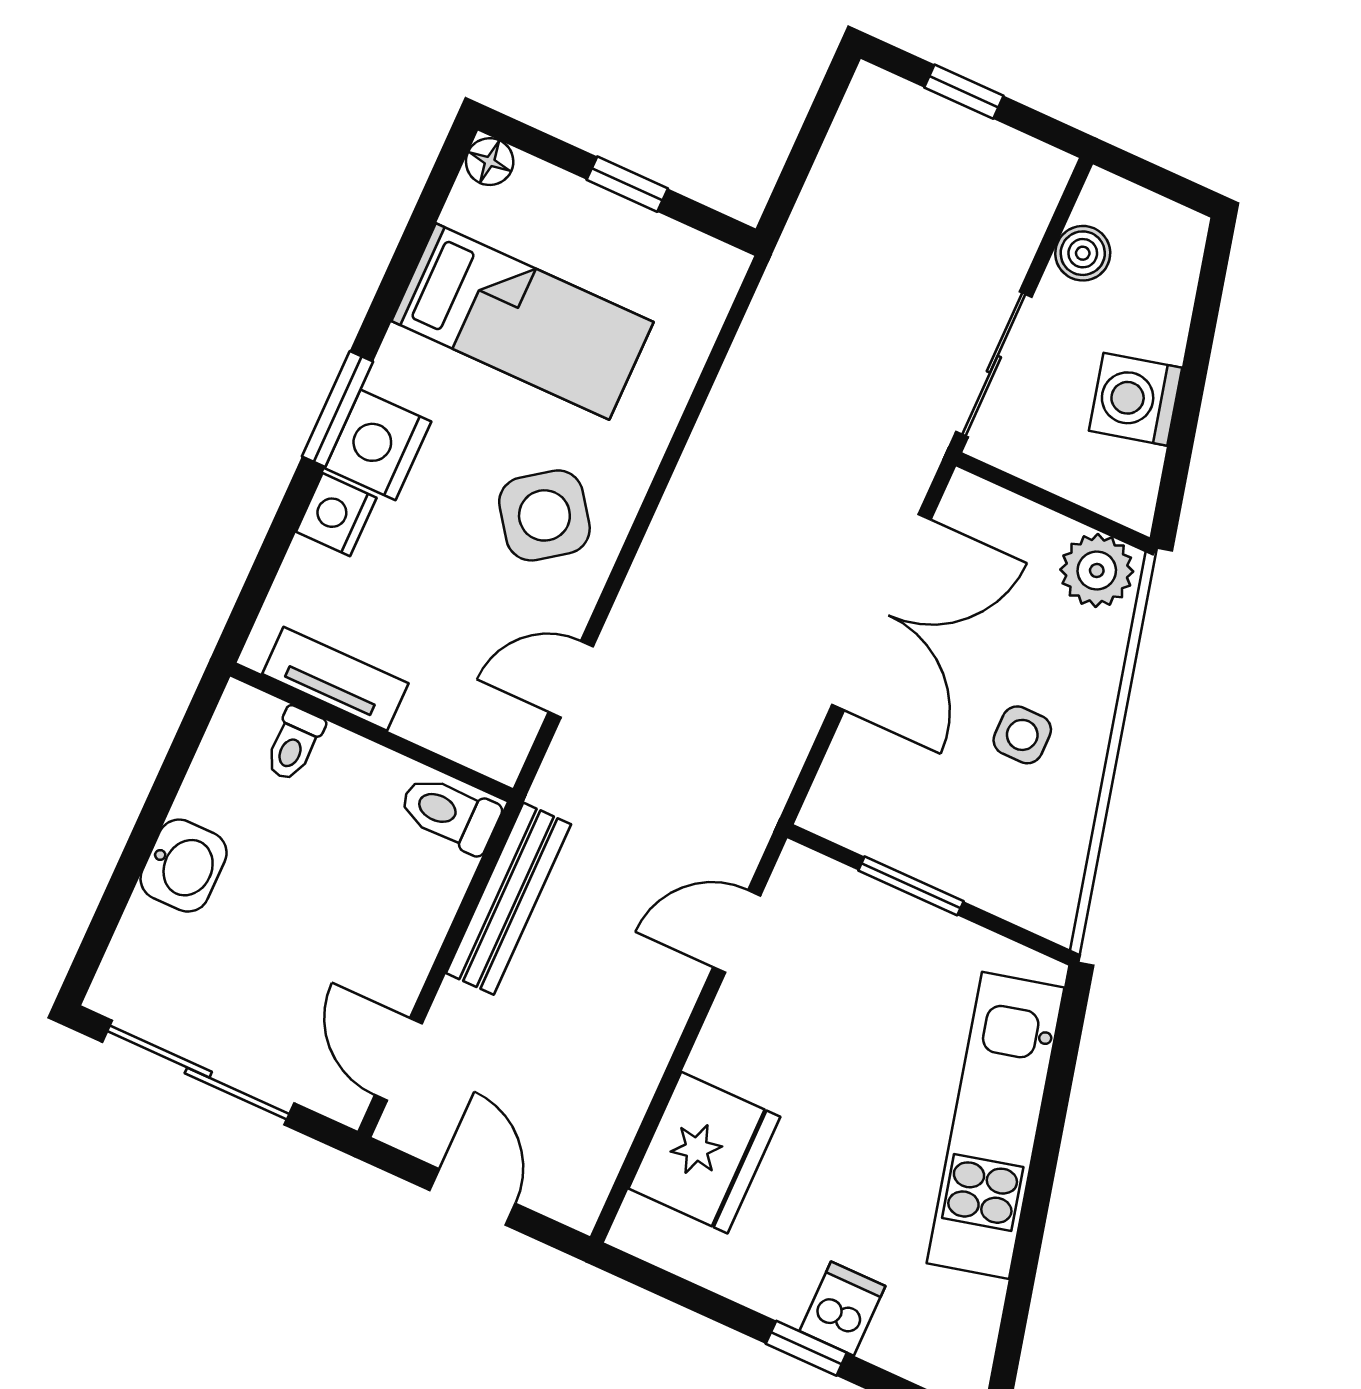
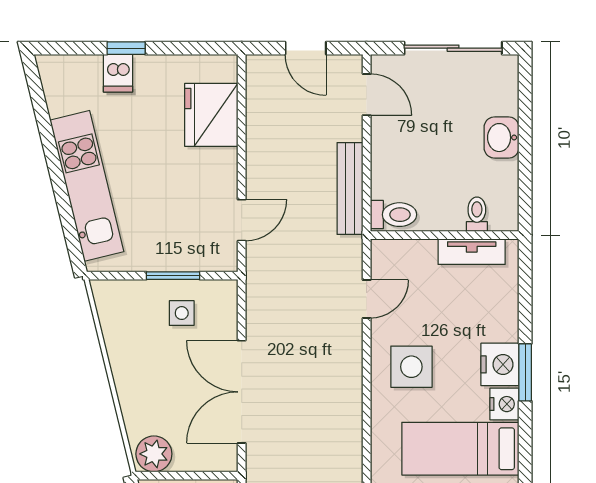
nightstand: (336, 515) -> (504, 404), moved
side table: (544, 515) -> (411, 367), turned 36
side table: (1022, 735) -> (182, 313), moved

